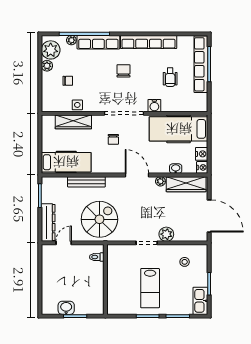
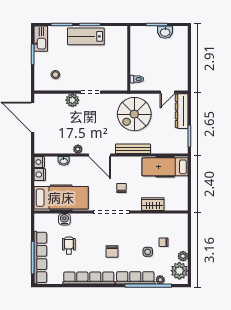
side table: (77, 105) -> (148, 252), moved
water cooler: (154, 106) -> (64, 219), moved
wardrobe: (73, 122) -> (153, 204), width x0.67
bench: (86, 182) -> (133, 149), moved
wardrobe: (186, 184) -> (54, 147), removed
lab bench: (150, 288) -> (86, 36), moved, turned -90

